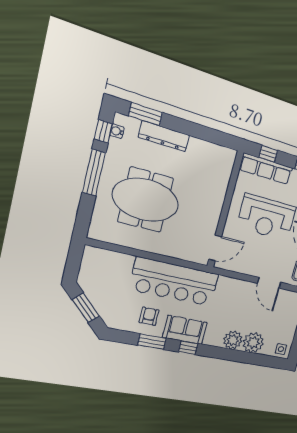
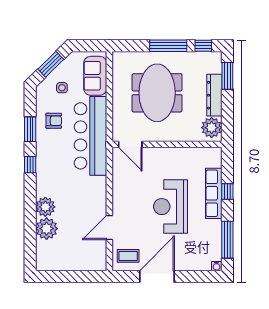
water cooler: (117, 131) -> (207, 56), removed
plant: (199, 150) -> (212, 128), added
wall: (225, 210) -> (167, 144), moved
door: (215, 248) -> (130, 144), moved
sofa: (185, 330) -> (95, 76), moved, turned 180
side table: (281, 349) -> (62, 88), moved

